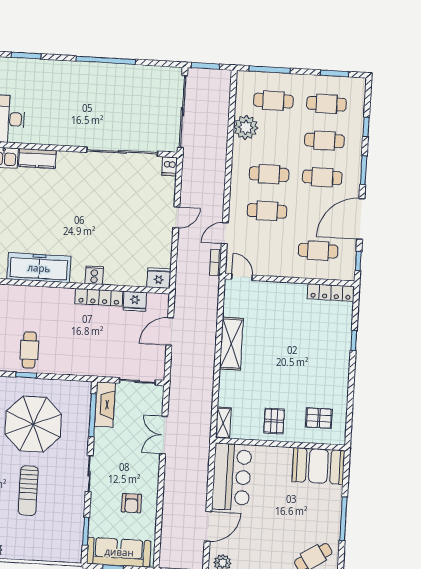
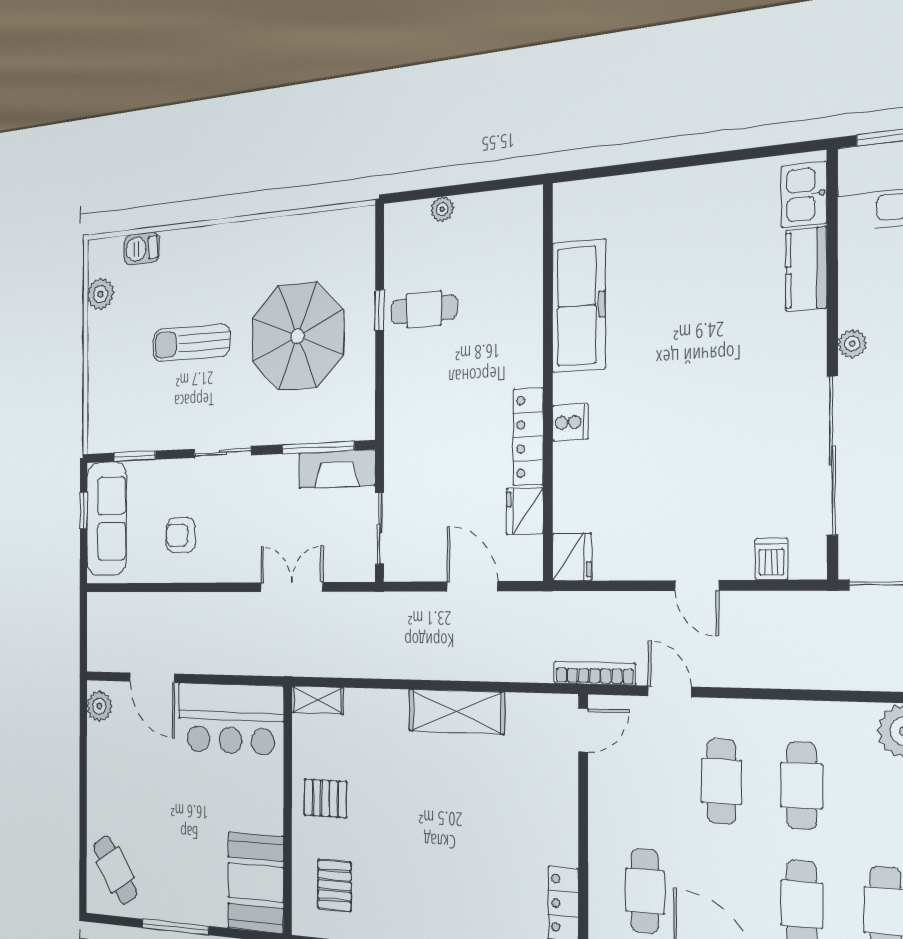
plant: (73, 140) -> (852, 344), added
dishwasher: (170, 166) -> (771, 559), moved, turned 90
bookcase: (215, 262) -> (595, 673), width x1.56

